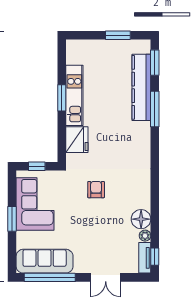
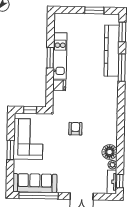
fridge: (77, 140) -> (59, 85), width x0.53, depth x0.75

